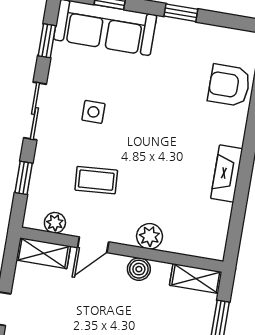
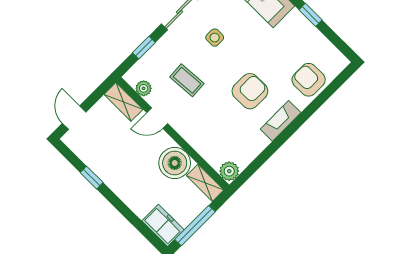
armchair: (174, 143) -> (250, 91), added
fireplace: (227, 174) -> (281, 121), moved
plant: (150, 236) -> (229, 171), moved
boiler: (139, 269) -> (175, 163), width x1.86, depth x1.86

